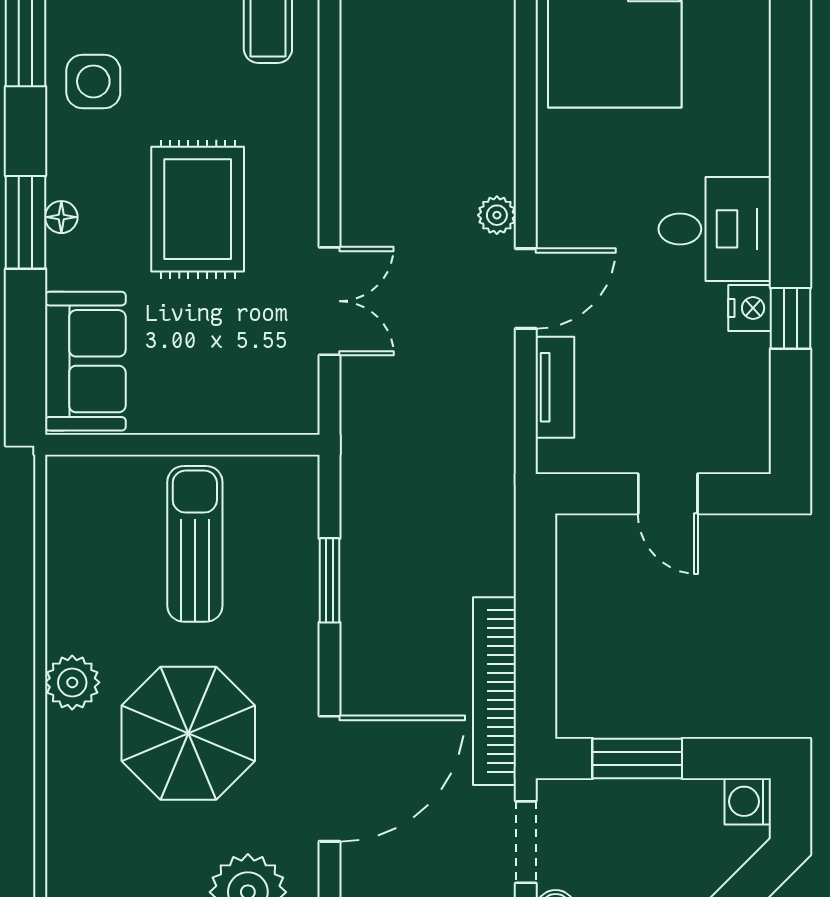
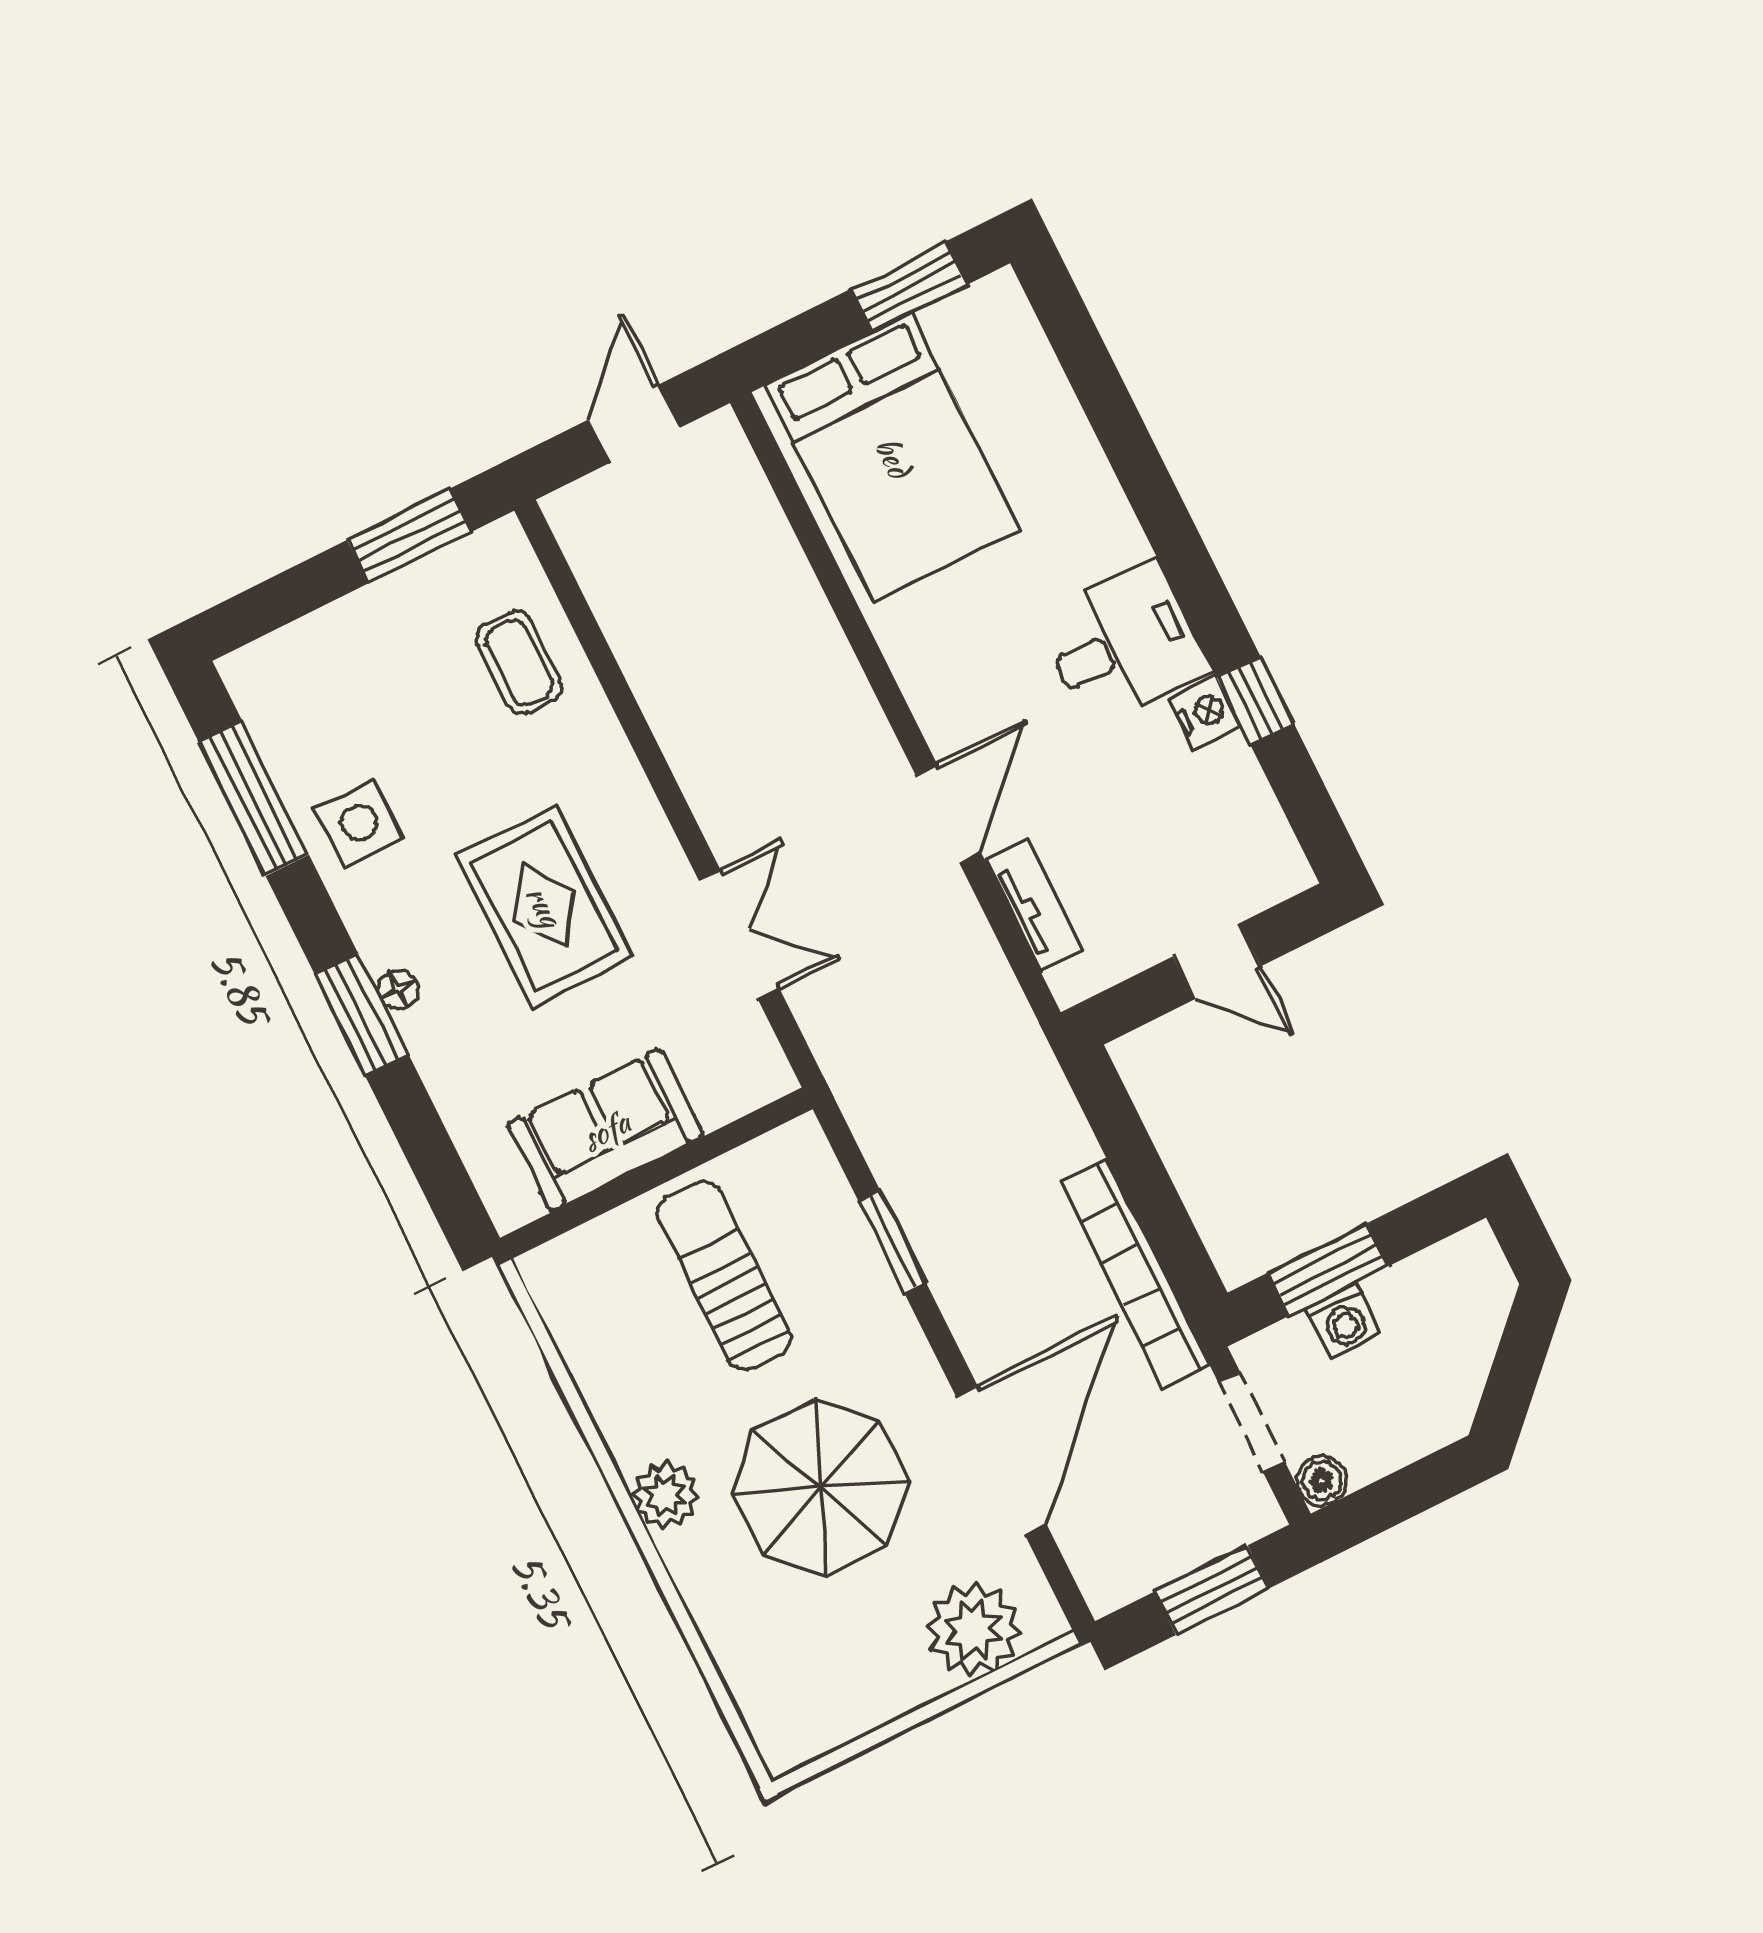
plant: (497, 215) -> (876, 749), removed
sofa: (85, 361) -> (606, 1130), moved, turned -90
washing machine: (748, 801) -> (1343, 1321), moved, turned -90

